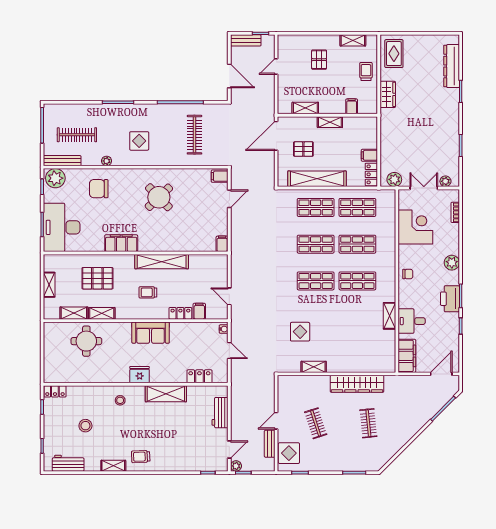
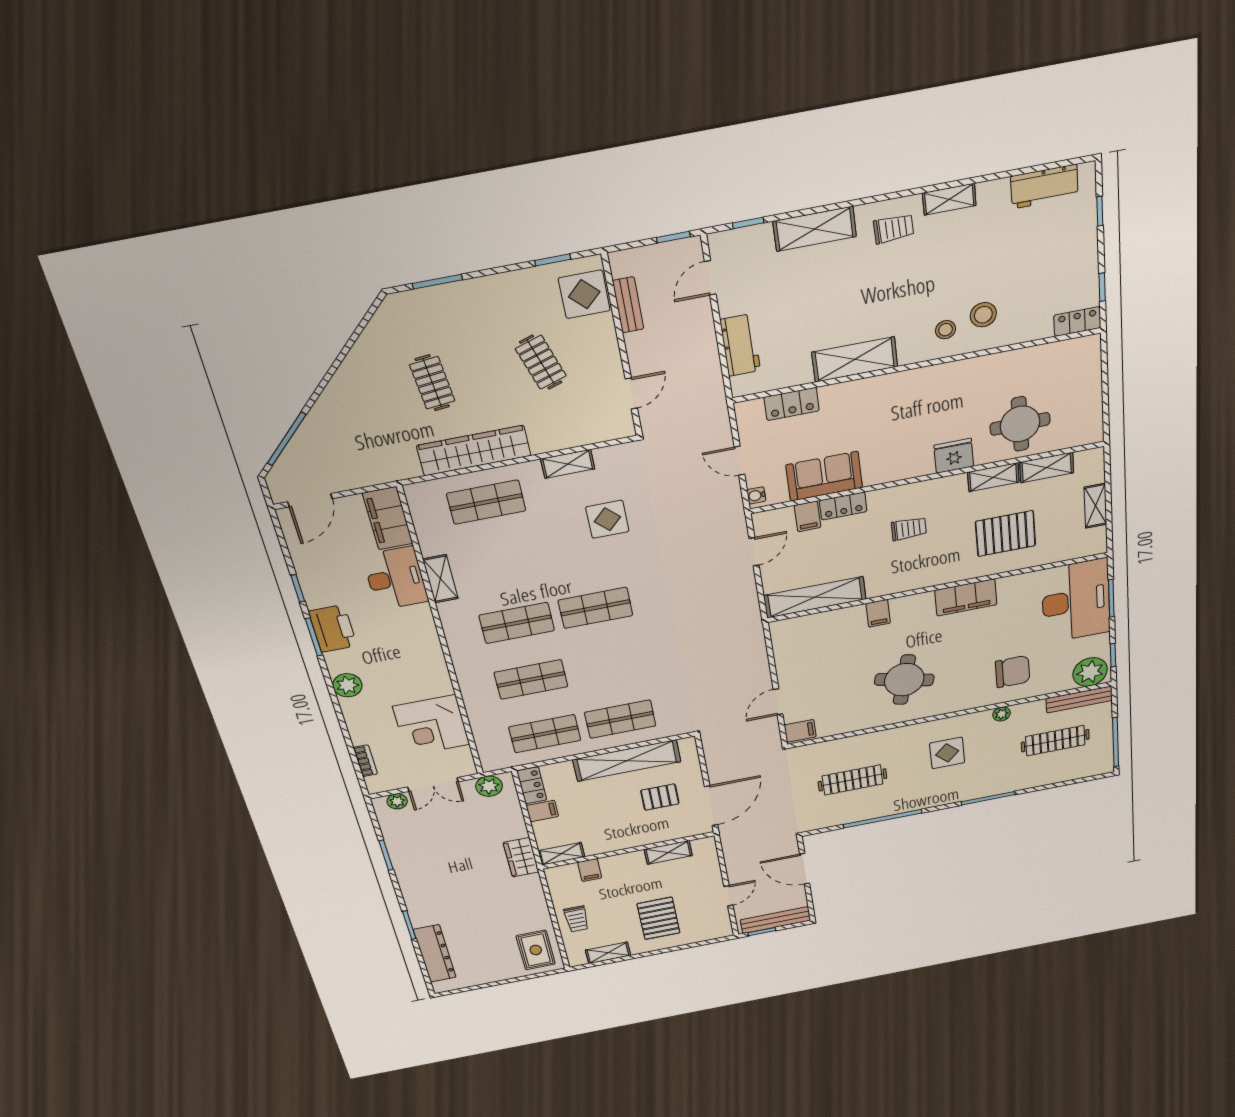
bench: (246, 40) -> (776, 920), width x1.36
pallet: (319, 60) -> (658, 918), width x1.50, depth x1.42
wardrobe: (388, 94) -> (521, 857), moved
shelving: (330, 122) -> (561, 854), moved
clothes rail: (194, 135) -> (853, 780), turned 90
round table: (159, 197) -> (904, 680), turned -32
filing cabinet: (222, 244) -> (878, 613), moved
shop shelf: (316, 244) -> (486, 502), moved
shelving: (162, 262) -> (815, 597), moved
chair: (408, 274) -> (425, 652), removed
door: (229, 296) -> (754, 552), hinge flipped
desk: (412, 321) -> (395, 578), width x1.37
sofa: (151, 333) -> (824, 476), moved
fridge: (140, 375) -> (954, 456), moved, turned 180
door: (276, 421) -> (631, 393), moved
stool: (85, 426) -> (983, 315), moved
shelving: (178, 464) -> (815, 229), added
plant: (236, 466) -> (691, 248), removed

